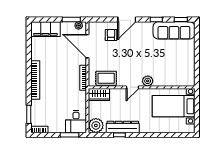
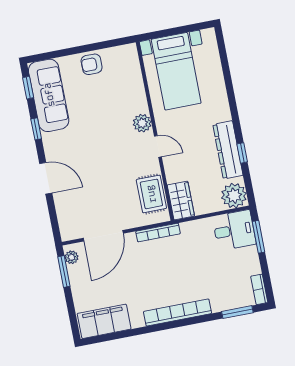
filing cabinet: (45, 29) -> (104, 321), moved, turned -90
armchair: (111, 35) -> (92, 64), moved

